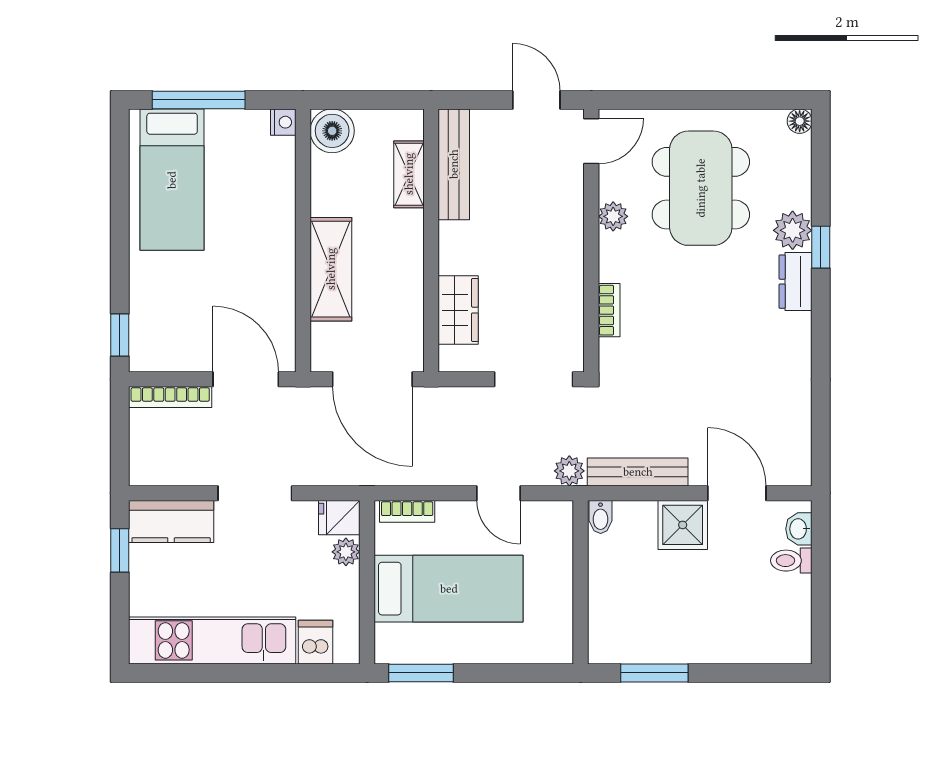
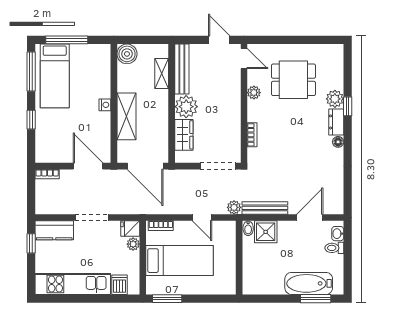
floor lamp: (800, 121) -> (338, 142), moved
nightstand: (283, 122) -> (105, 105), moved
door: (591, 141) -> (244, 59), hinge flipped
window: (120, 170) -> (31, 72), added
dining table: (701, 188) -> (293, 80), width x0.73
plant: (463, 248) -> (186, 107), added
window: (120, 335) -> (31, 120), moved
bookcase: (170, 397) -> (47, 174), width x0.64
door: (737, 493) -> (310, 217), hinge flipped
shower: (683, 525) -> (266, 232), moved
bathtub: (735, 639) -> (309, 283), added
window: (654, 673) -> (316, 299), moved

